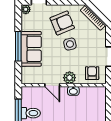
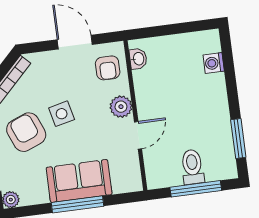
armchair: (92, 73) -> (108, 68), turned -90
washbasin: (73, 91) -> (138, 59), moved

